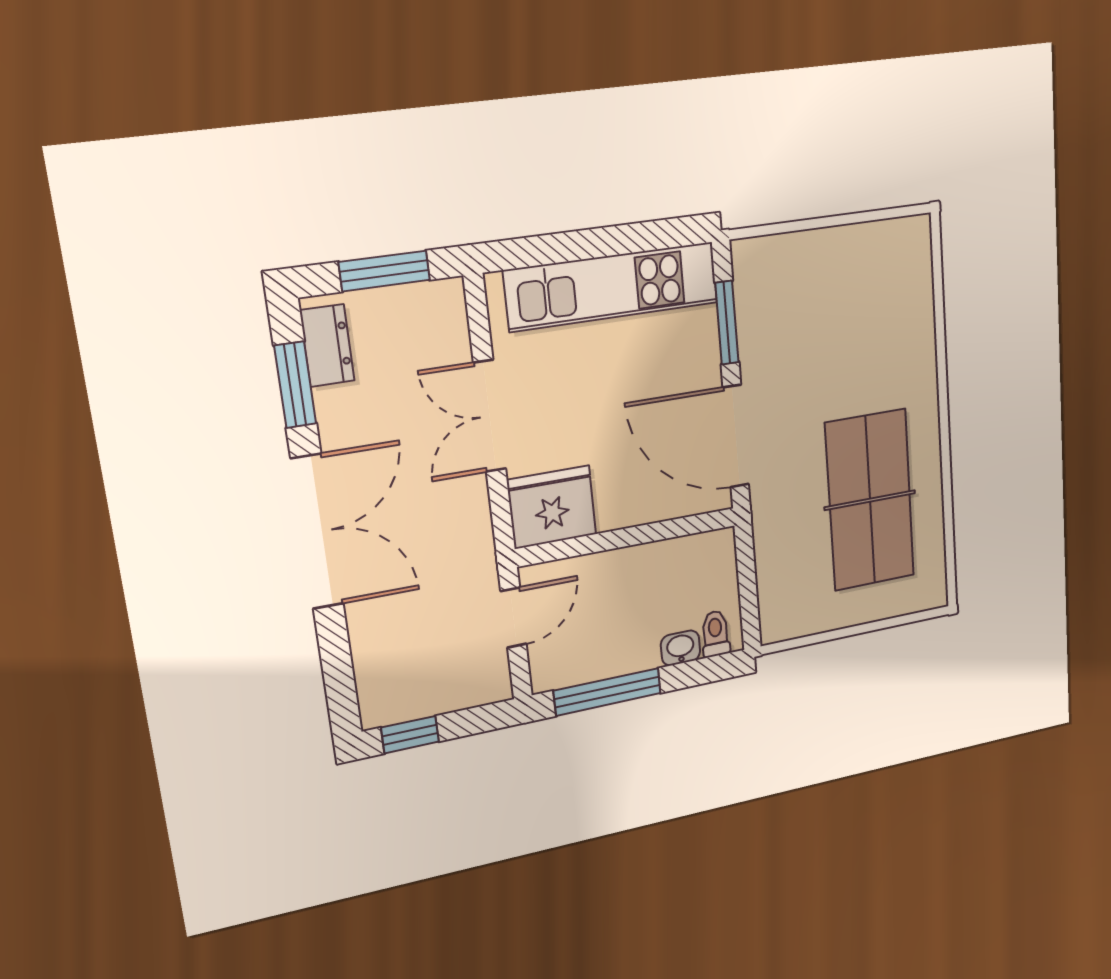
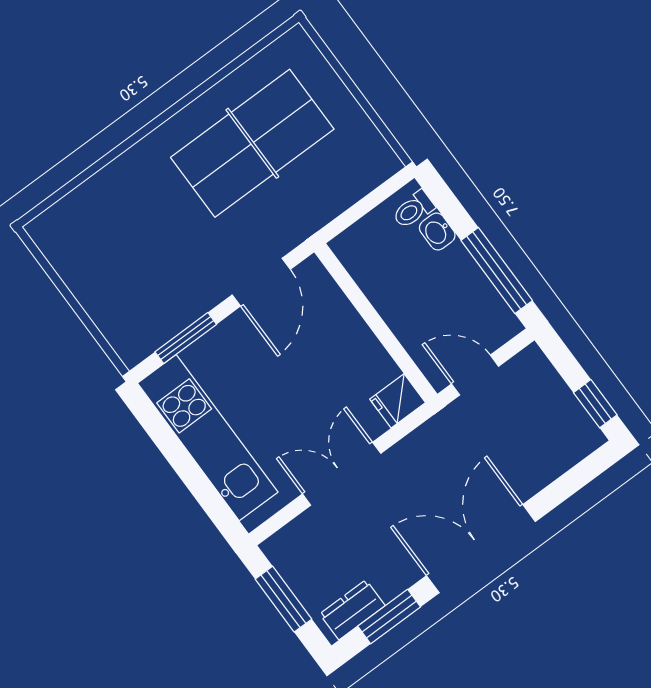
double door: (490, 416) -> (342, 474), swing flipped
door: (736, 436) -> (261, 282), width x0.73
fridge: (552, 507) -> (398, 401), width x0.53, depth x0.75

